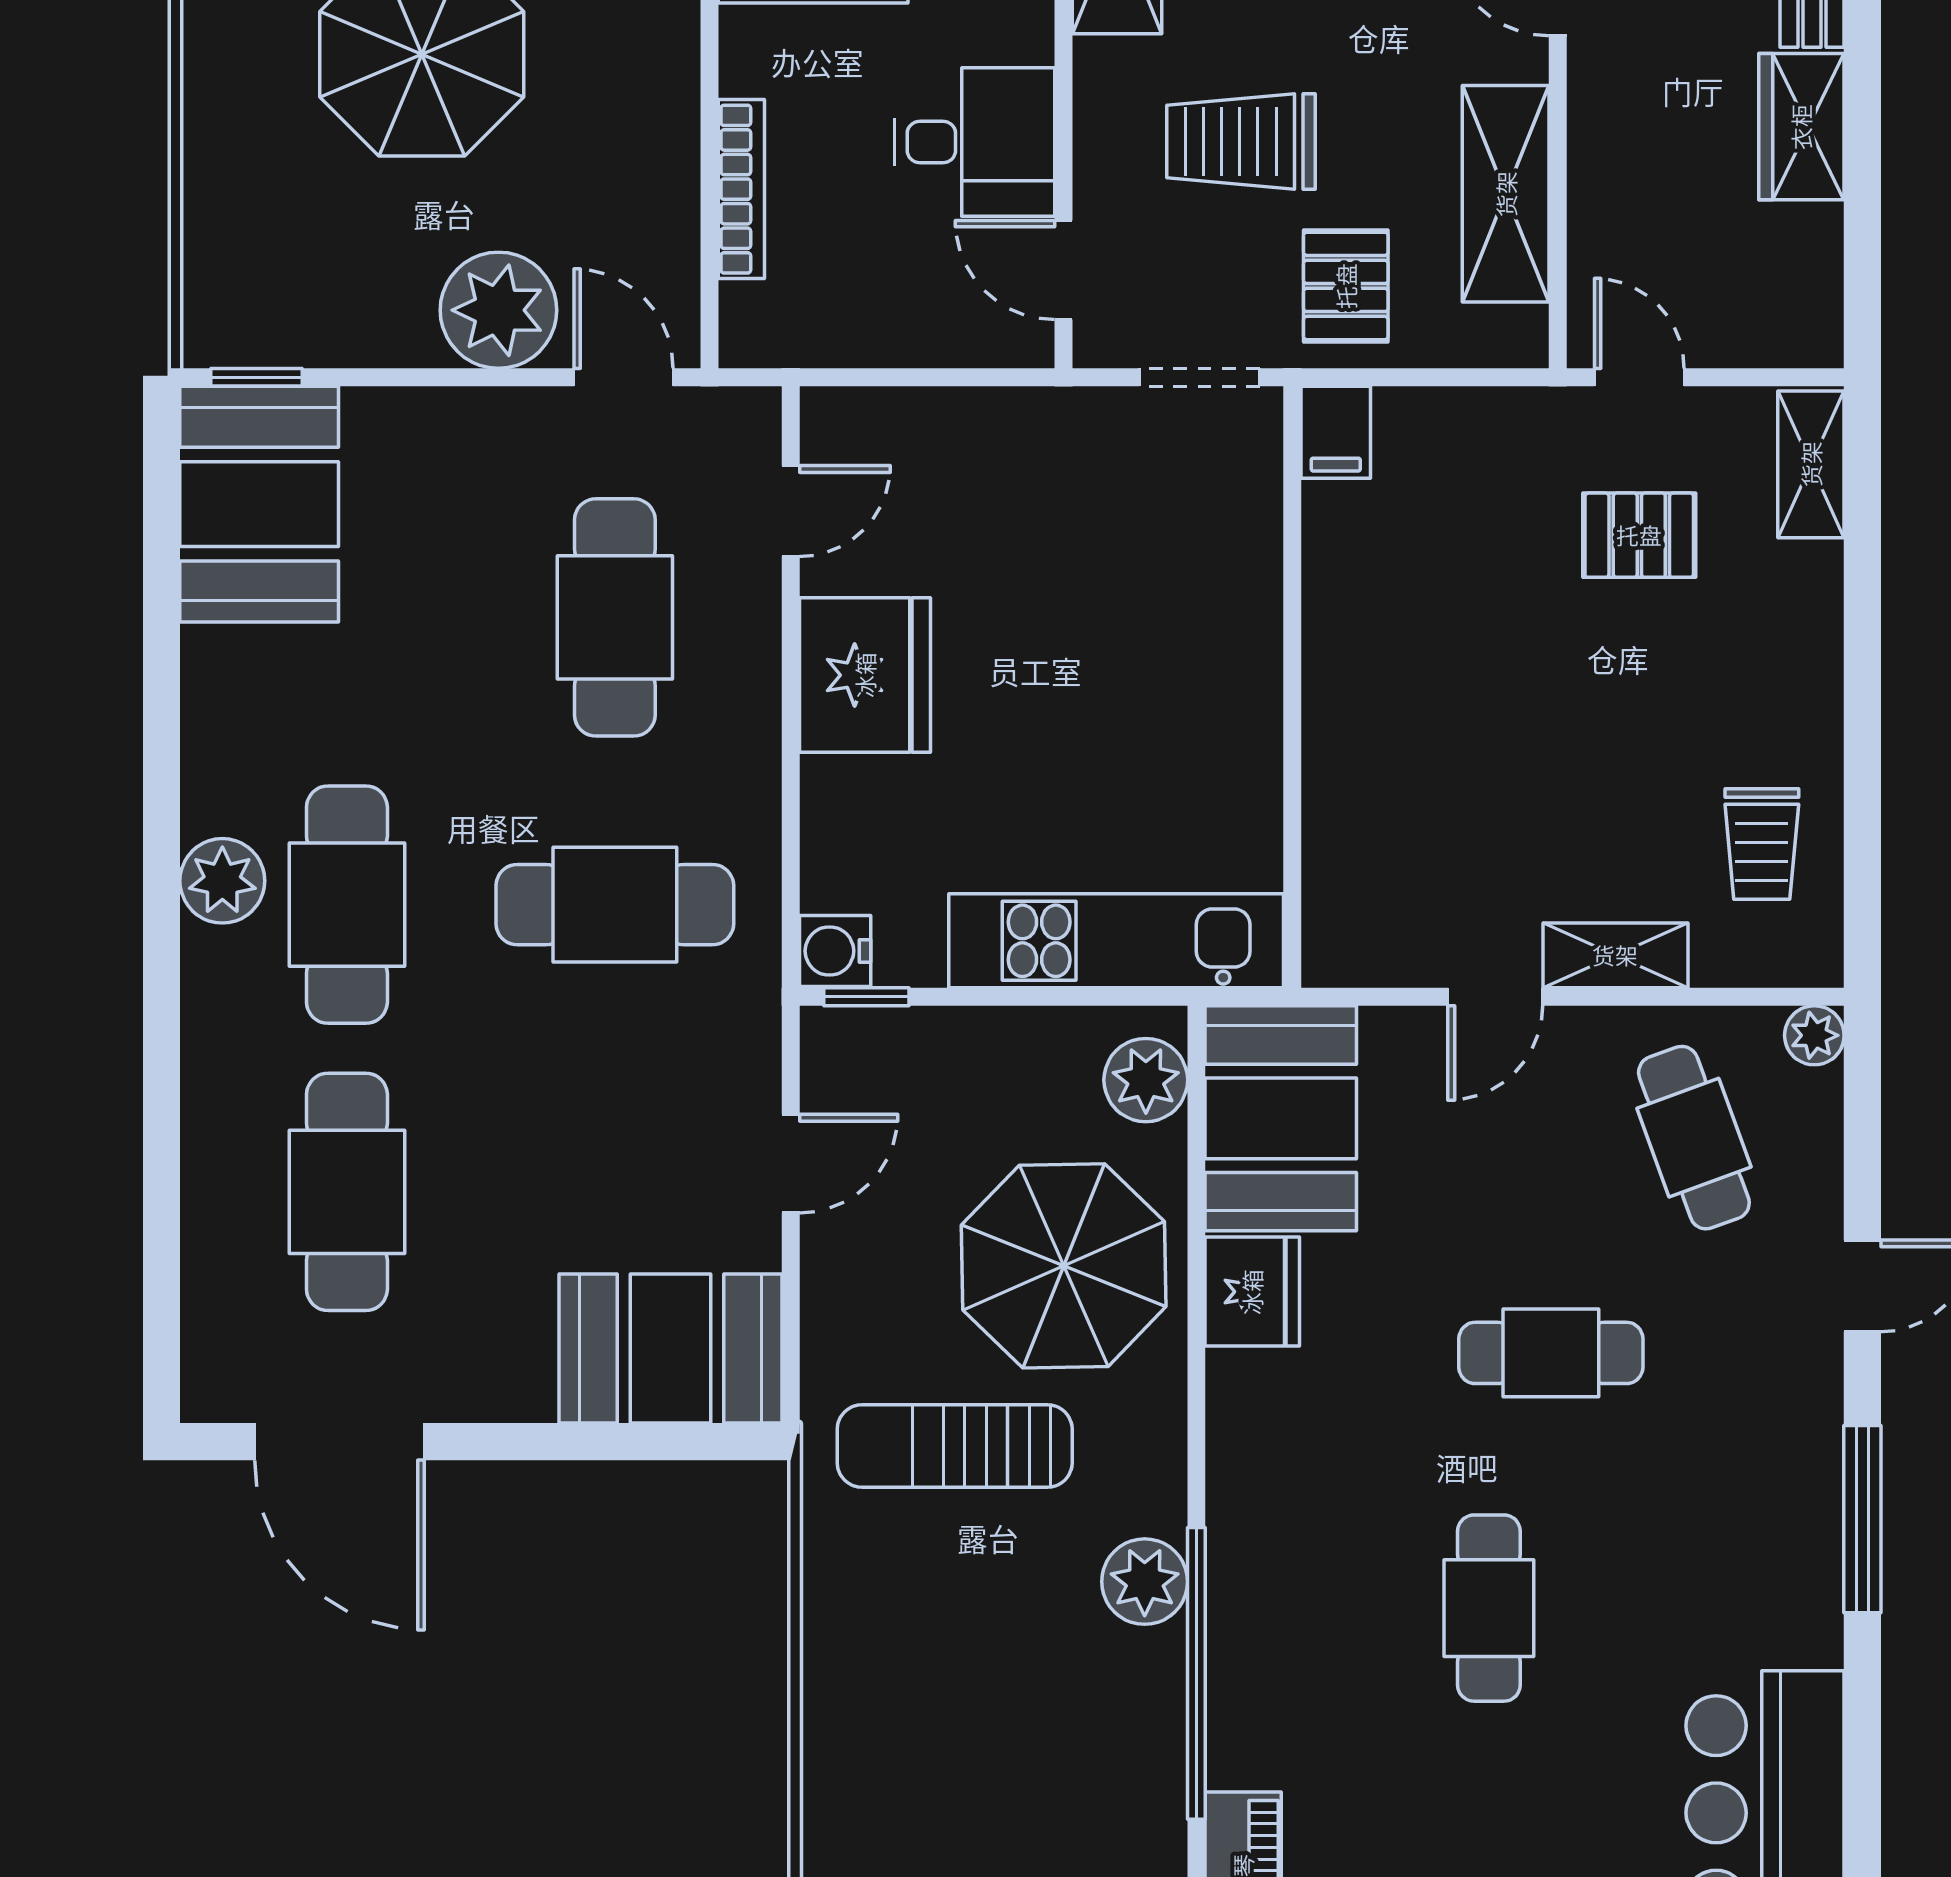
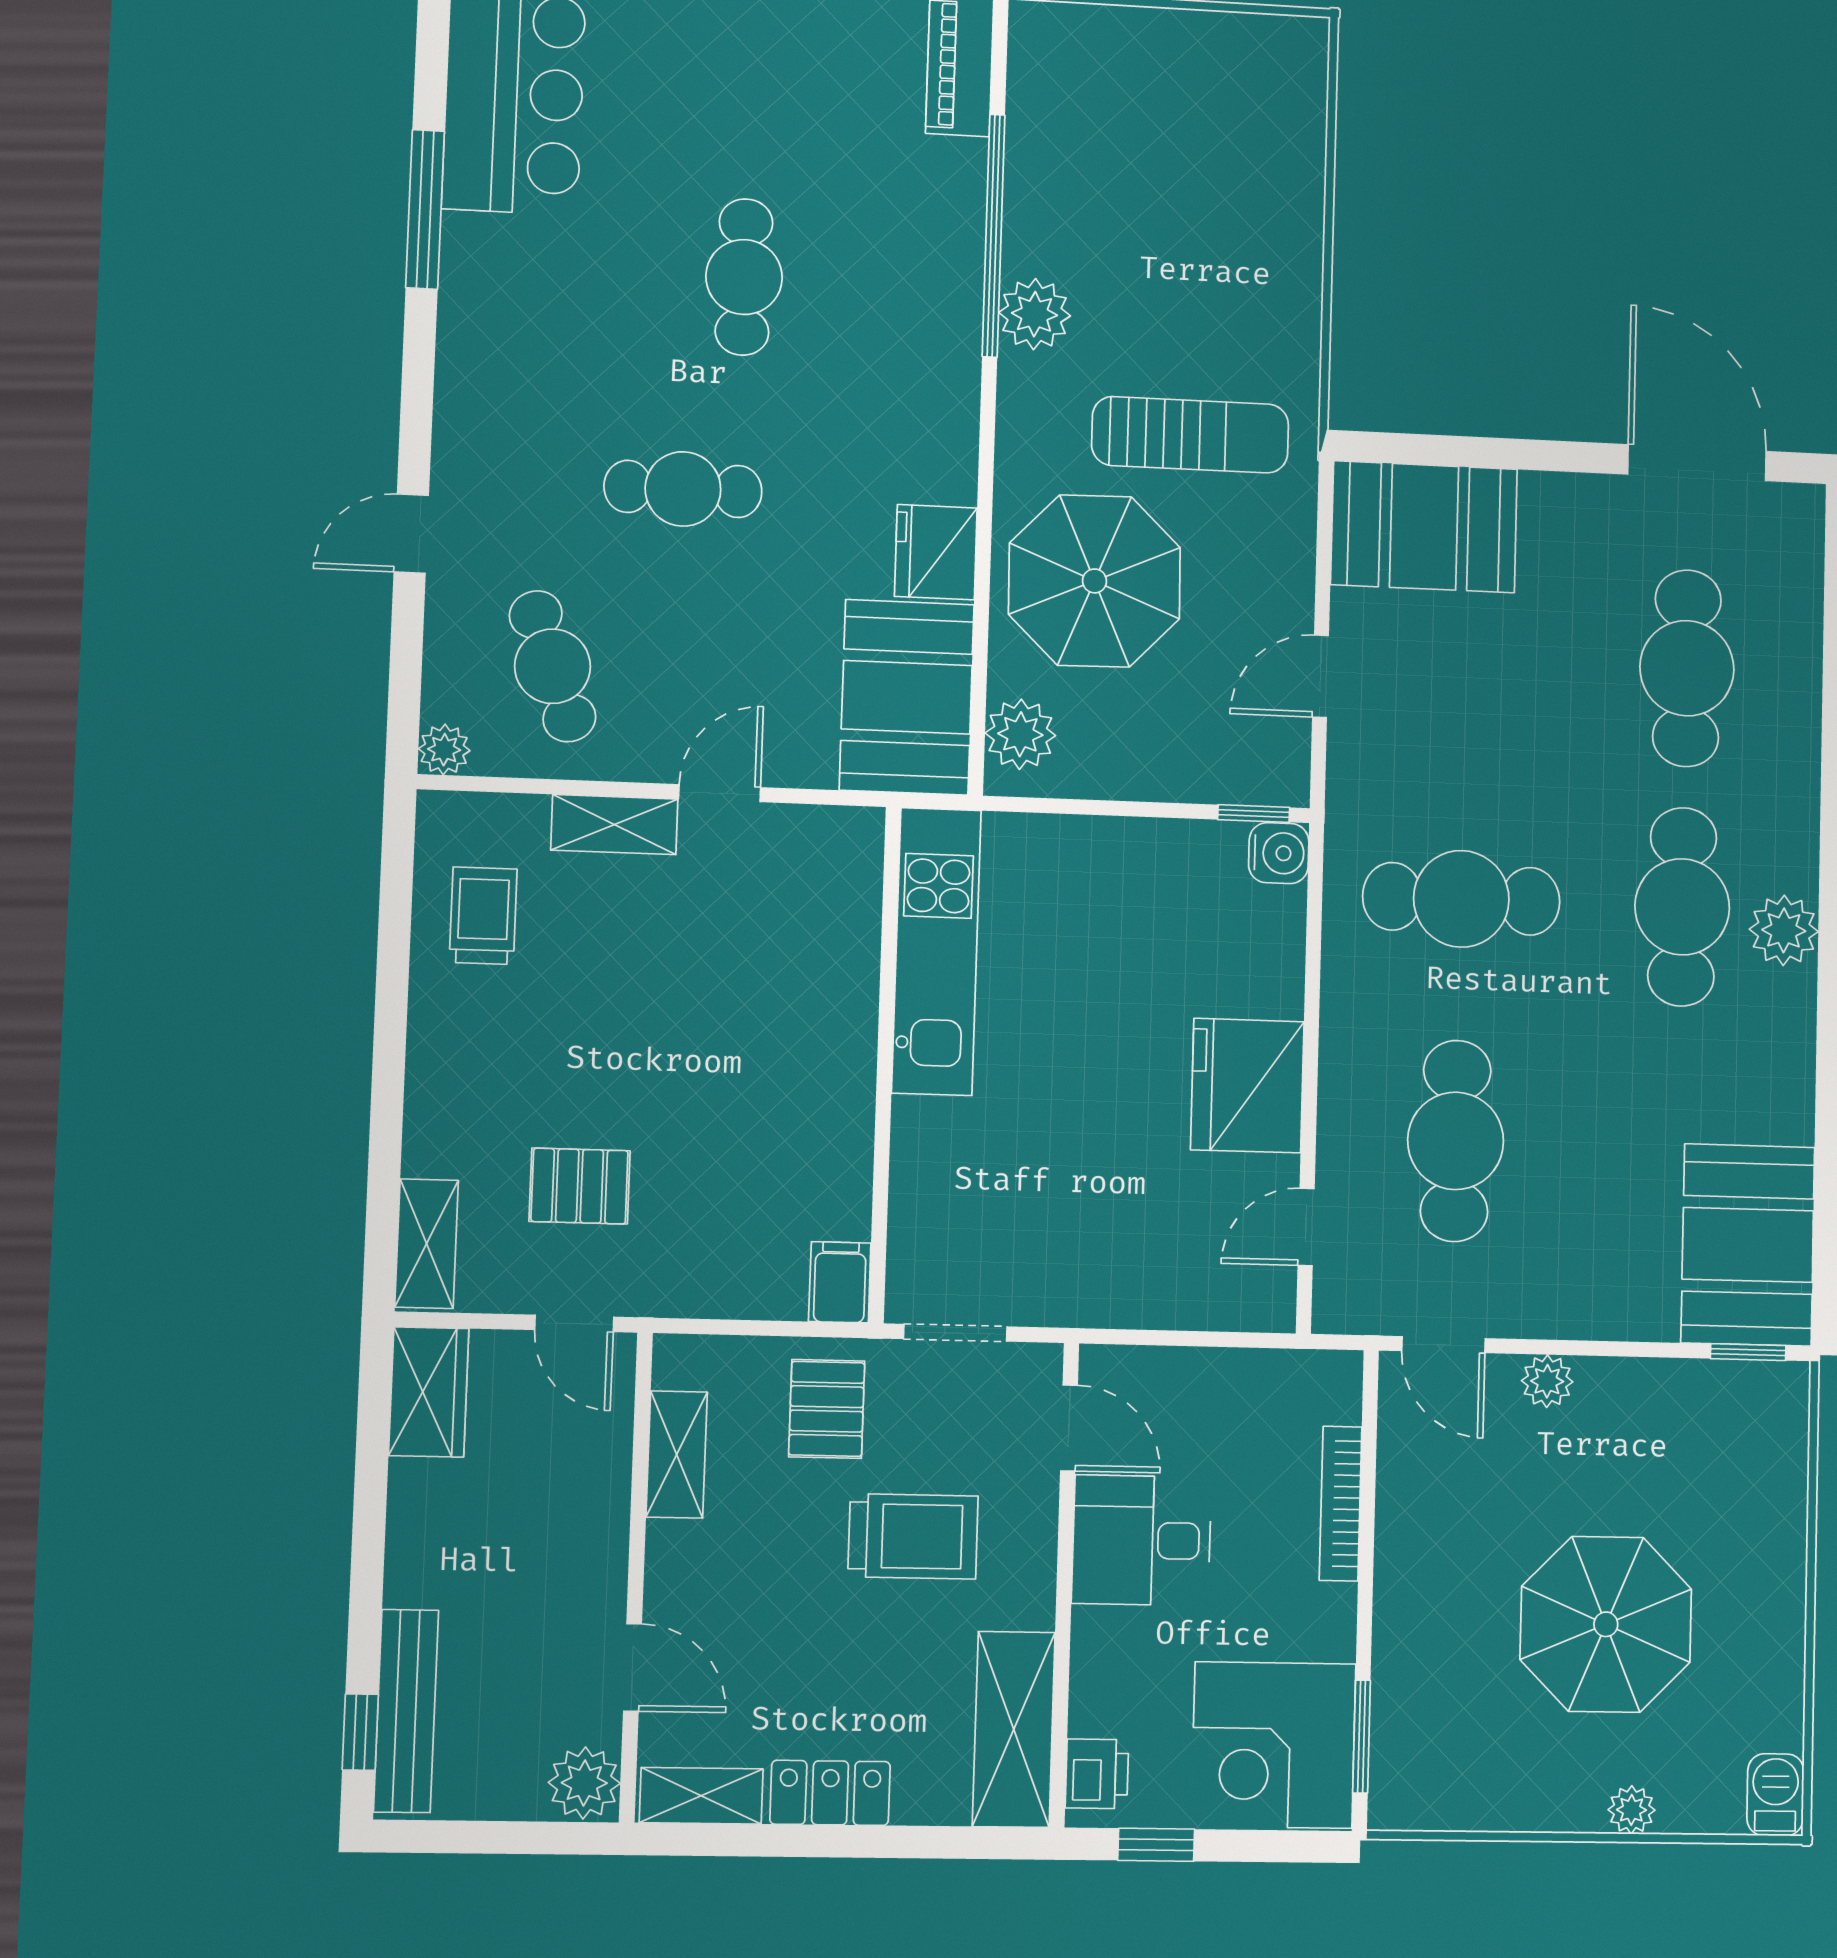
wardrobe: (1801, 127) -> (429, 1392), moved
shelving: (1506, 194) -> (677, 1454), width x0.67, depth x0.75
plant: (498, 310) -> (1547, 1381), width x0.53, depth x0.53
kitchen unit: (1116, 941) -> (936, 951), moved, turned -90
window: (1862, 1519) -> (425, 209), moved

